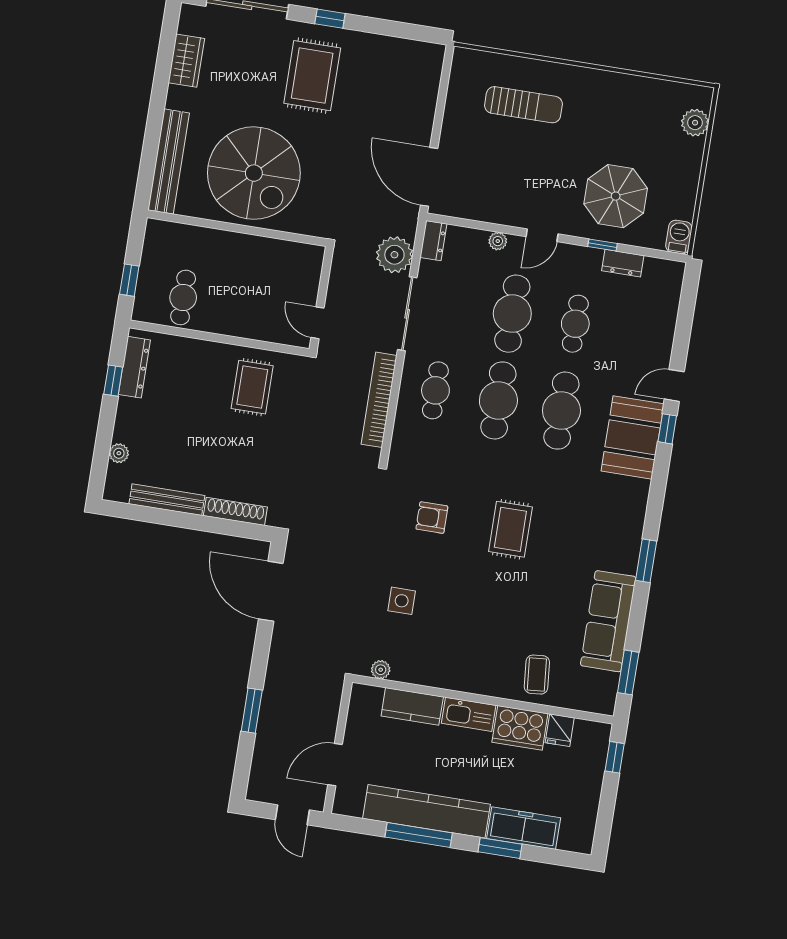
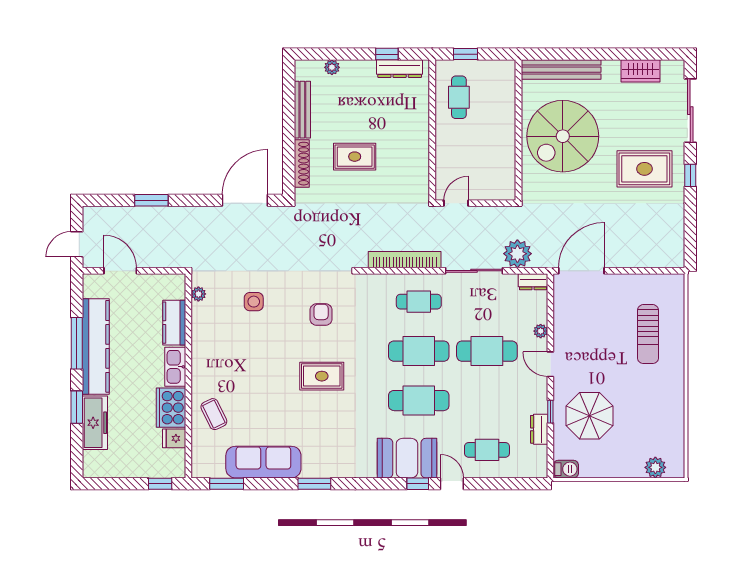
cafe table: (183, 297) -> (459, 97), turned 90
cafe table: (575, 324) -> (487, 450), moved
rug: (252, 387) -> (355, 157), moved
coffee table: (537, 675) -> (214, 414), turned 69

